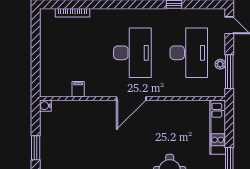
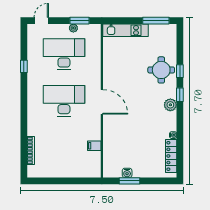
window: (229, 72) -> (80, 21), width x0.69
water cooler: (45, 106) -> (127, 173), moved
window: (36, 148) -> (129, 181), moved

